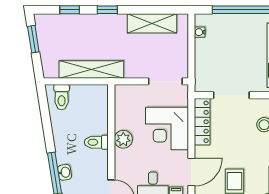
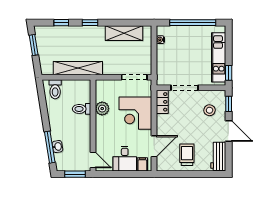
locker: (202, 122) -> (162, 102), width x0.66
plant: (123, 139) -> (102, 109), moved
toilet: (96, 142) -> (82, 109), moved

